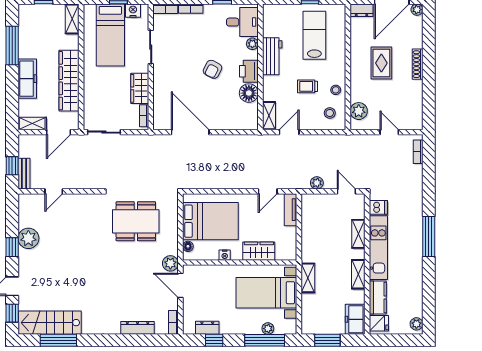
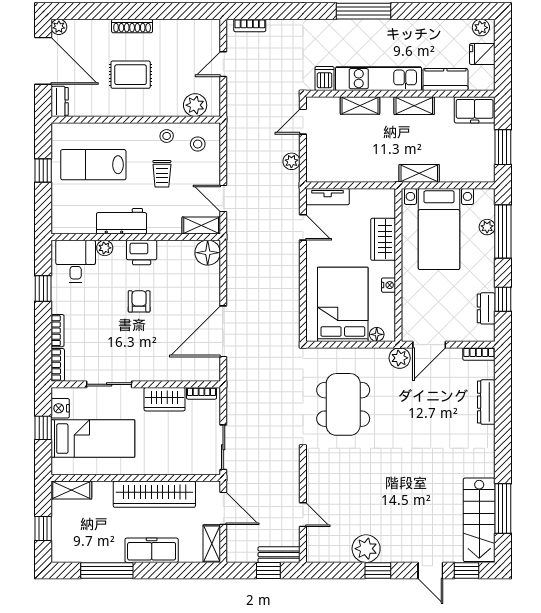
armchair: (212, 69) -> (139, 301), turned -117
floor lamp: (249, 93) -> (208, 253), moved
fridge: (379, 323) -> (482, 54), moved, turned -90

